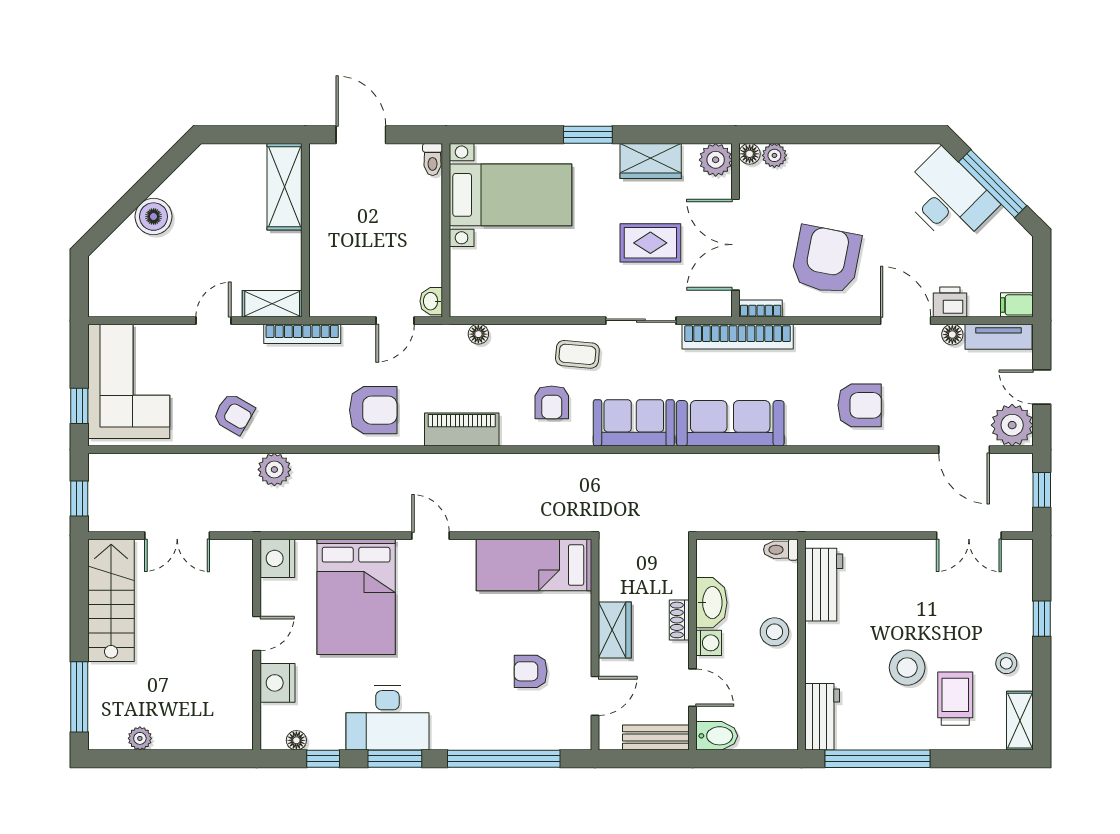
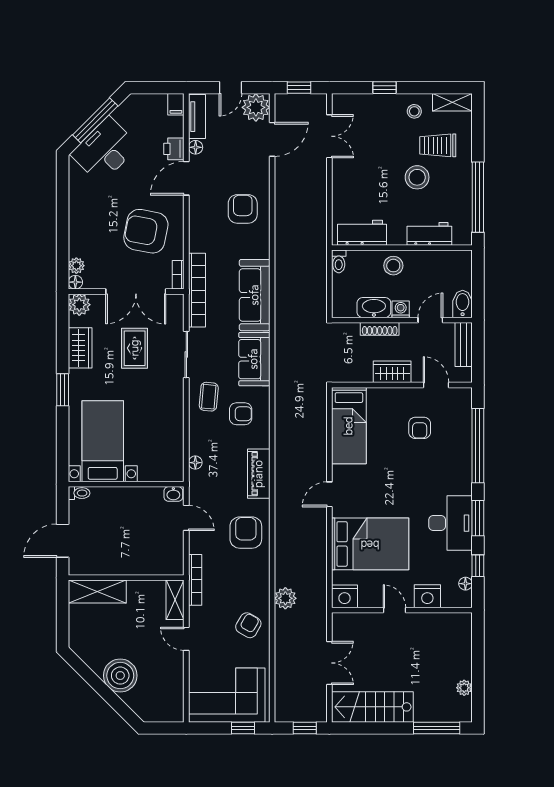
boiler: (154, 217) -> (120, 676), width x1.37, depth x1.37
shoe rack: (679, 620) -> (380, 329), width x1.43
workbench: (822, 717) -> (429, 234), moved

